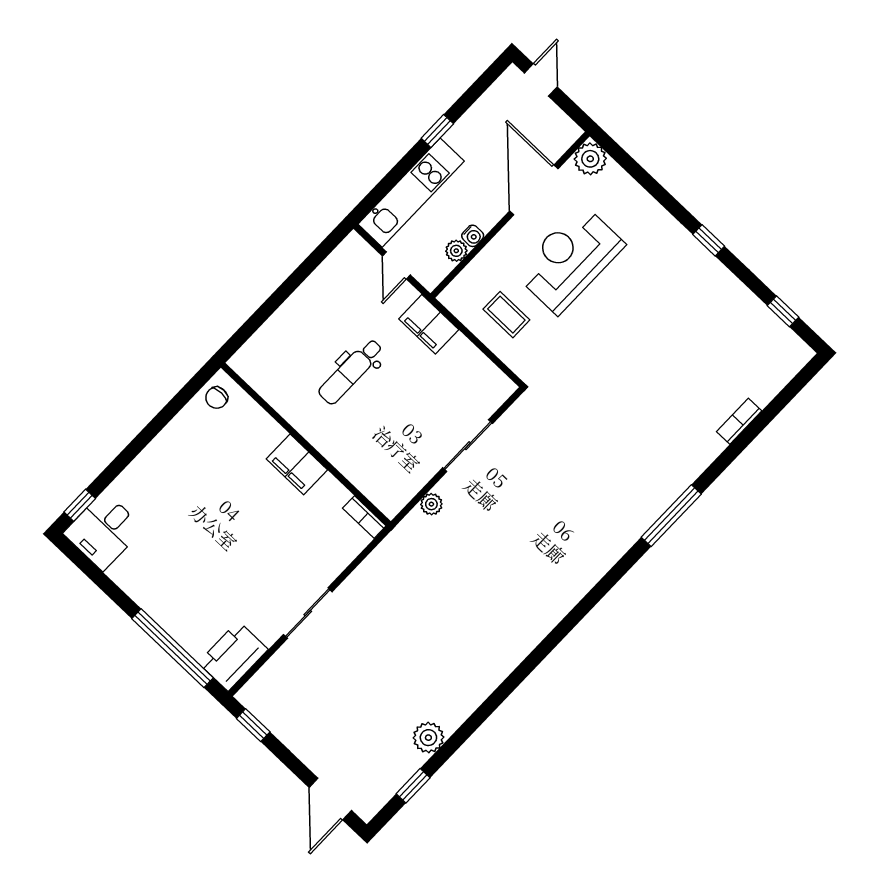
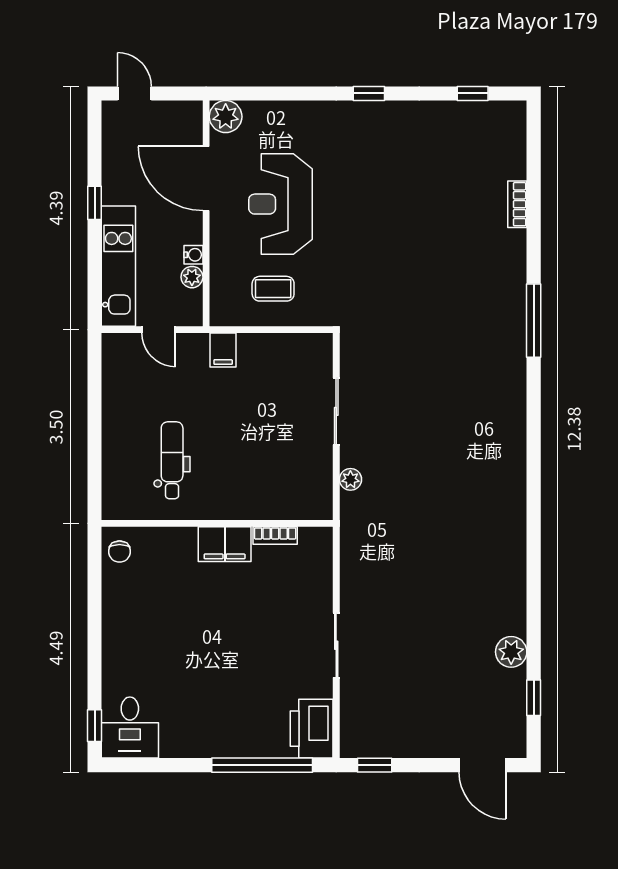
filing cabinet: (429, 324) -> (223, 350), width x0.50
dental chair: (351, 371) -> (172, 460), moved, turned 180
bookcase: (364, 517) -> (275, 536), moved

